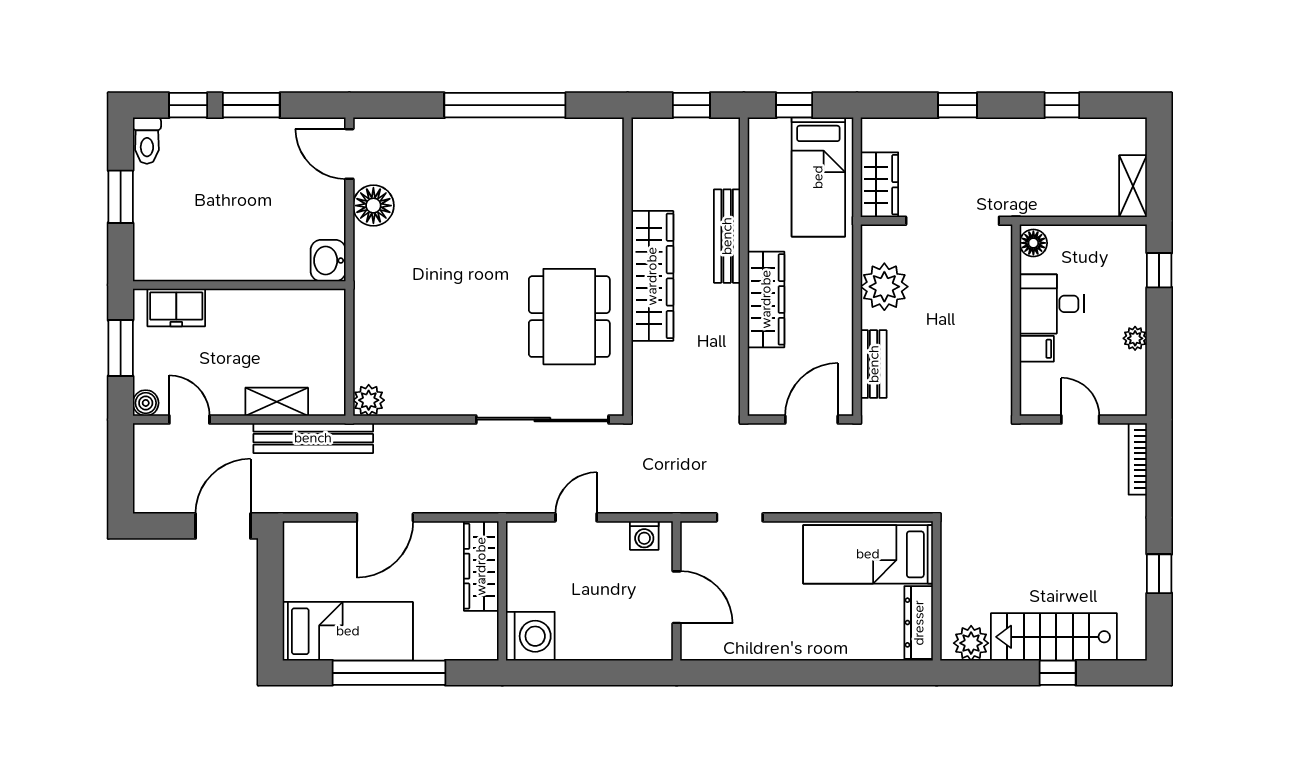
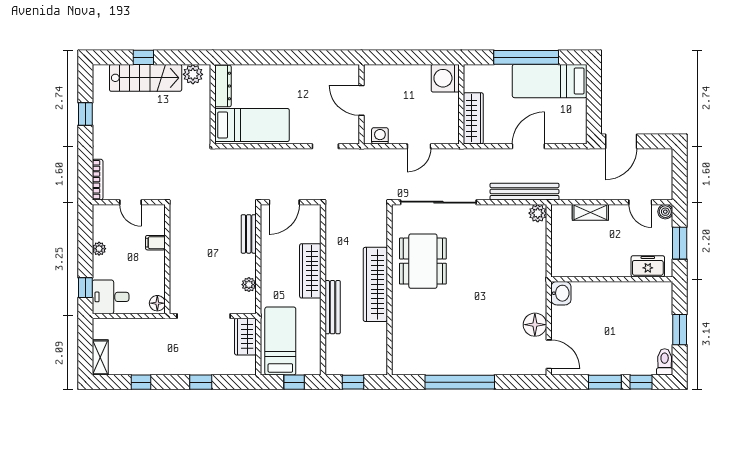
shelving: (1133, 186) -> (100, 357), moved
plant: (884, 287) -> (249, 285), width x0.53, depth x0.53
desk: (1052, 304) -> (111, 297), moved, turned 180
bench: (313, 438) -> (525, 192), moved

